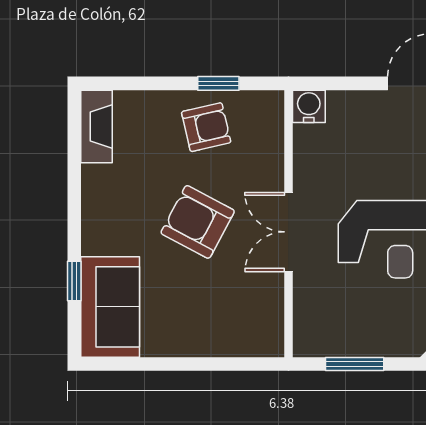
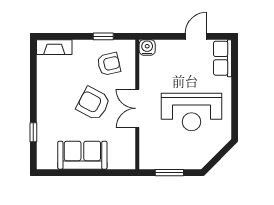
fireplace: (97, 126) -> (54, 47), moved, turned 90
armchair: (206, 127) -> (109, 64), moved
sofa: (110, 307) -> (82, 155), moved, turned -90

